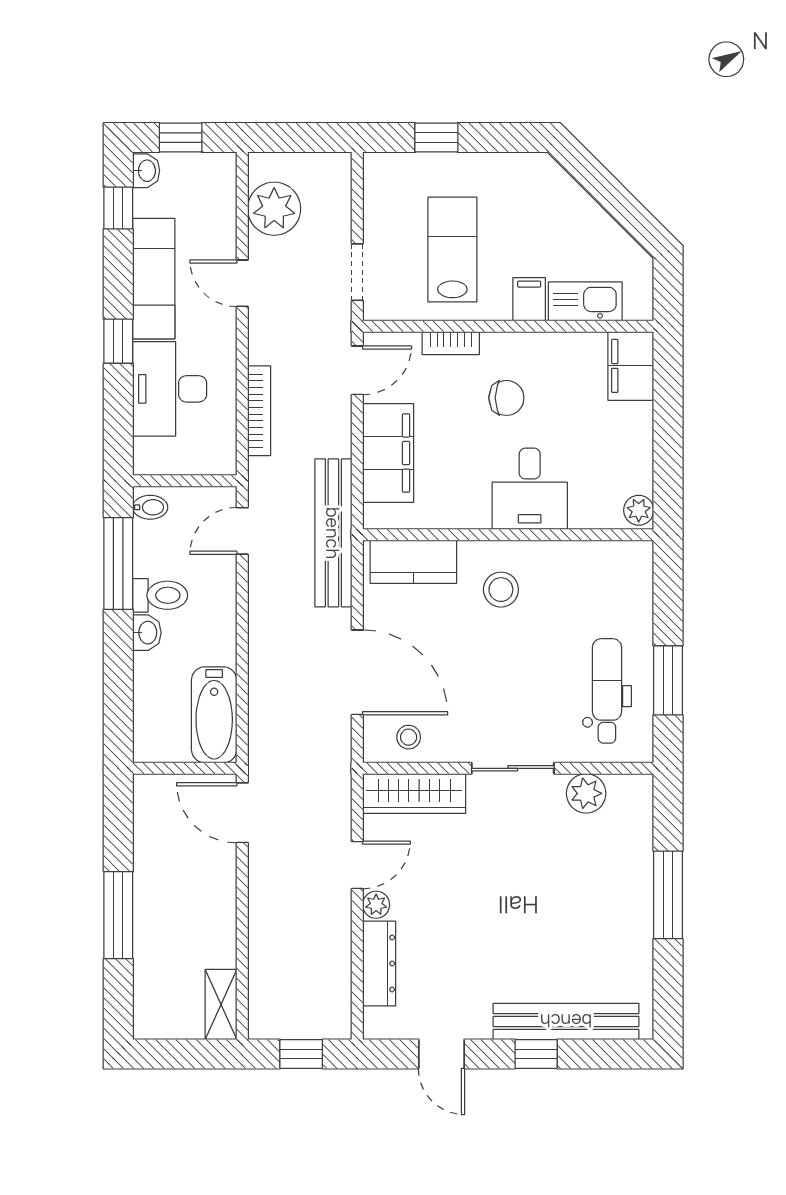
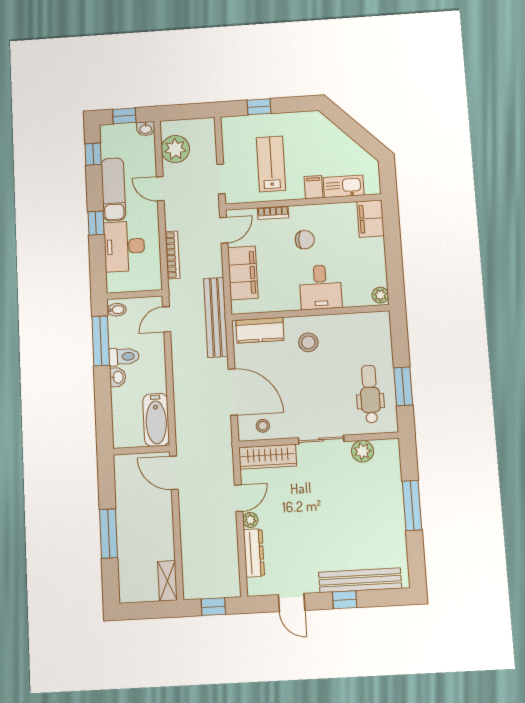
washbasin: (146, 171) -> (146, 129), moved, turned 90

